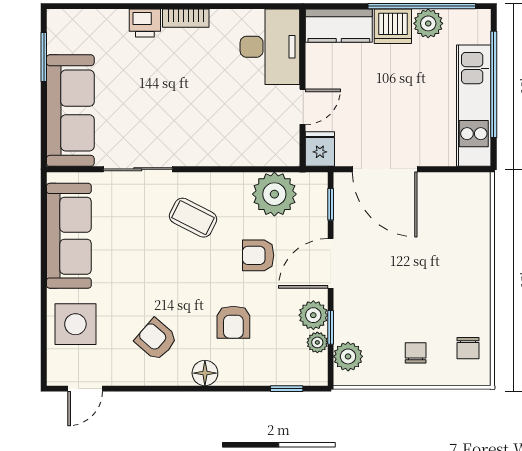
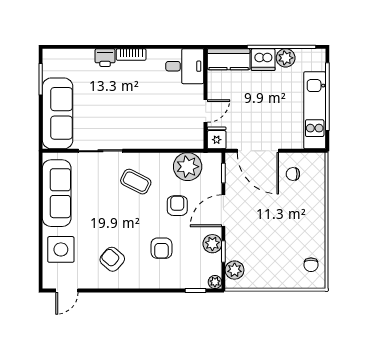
desk: (270, 47) -> (185, 66), width x0.73
armchair: (258, 255) -> (177, 206), turned 90
plant: (317, 342) -> (215, 282), moved
chair: (416, 353) -> (293, 174), moved, turned -90
floor lamp: (205, 373) -> (143, 281), removed

